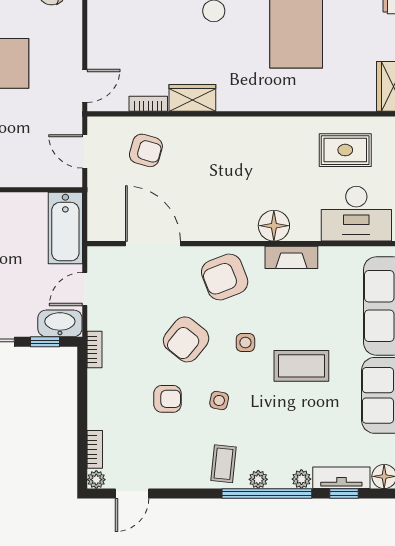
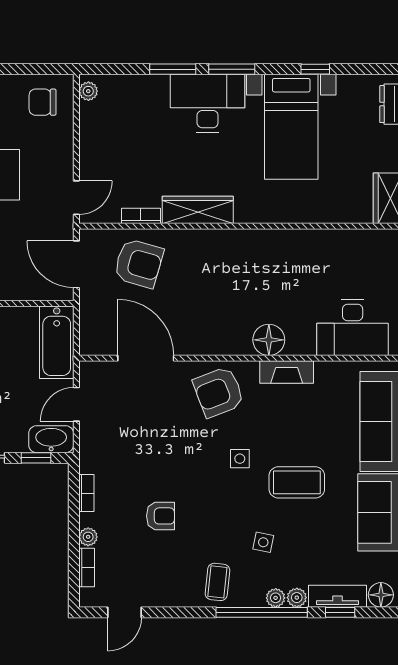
wardrobe: (192, 98) -> (198, 210), width x1.50
armchair: (146, 150) -> (139, 263), width x1.38, depth x1.38
rug: (345, 150) -> (341, 263), removed
door: (85, 151) -> (76, 264), width x1.38
armchair: (186, 339) -> (179, 456), removed
bookcase: (94, 350) -> (86, 493), moved
side table: (219, 400) -> (263, 542), moved
plant: (258, 479) -> (276, 598), moved
plant: (96, 480) -> (88, 537), moved

